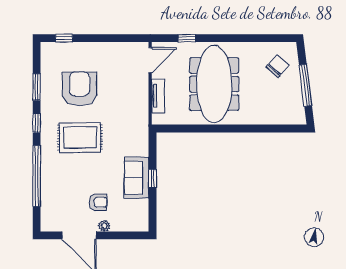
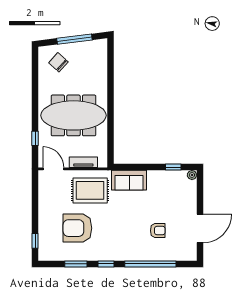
rug: (80, 137) -> (90, 190), moved, turned 90
sofa: (137, 178) -> (129, 180), moved
window: (152, 178) -> (173, 167), moved
armchair: (98, 202) -> (158, 231), moved, turned 90
plant: (104, 226) -> (192, 175), moved

